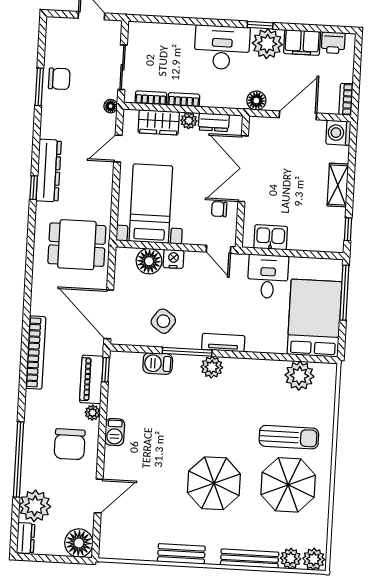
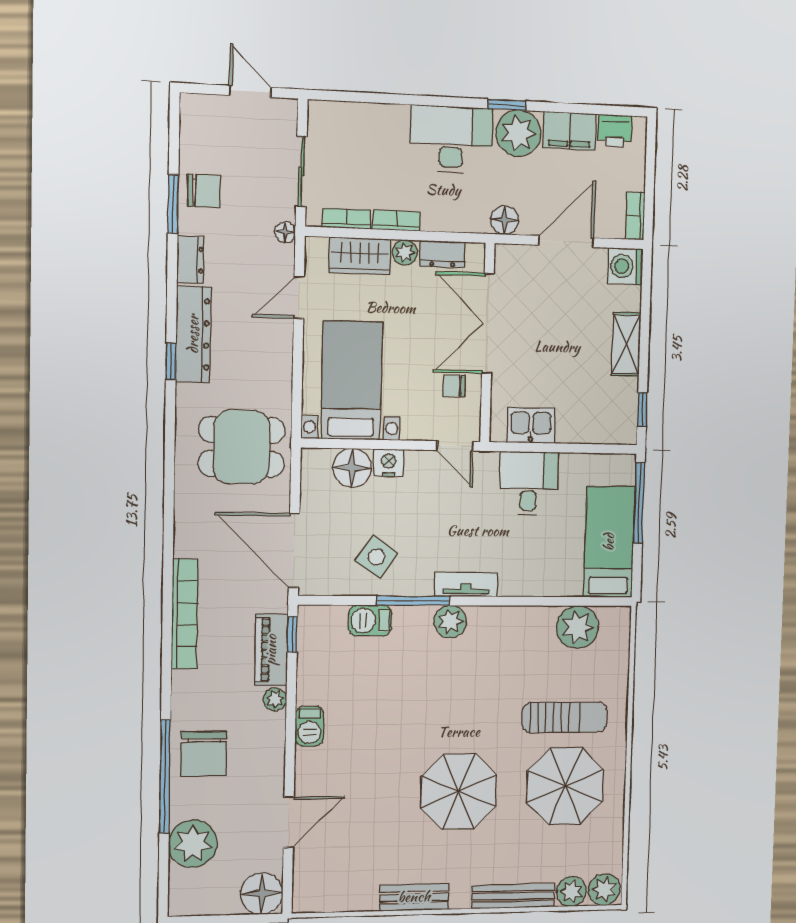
bed: (314, 318) -> (609, 542), width x0.67
chair: (70, 444) -> (204, 754), moved
dresser: (26, 538) -> (190, 260), moved

